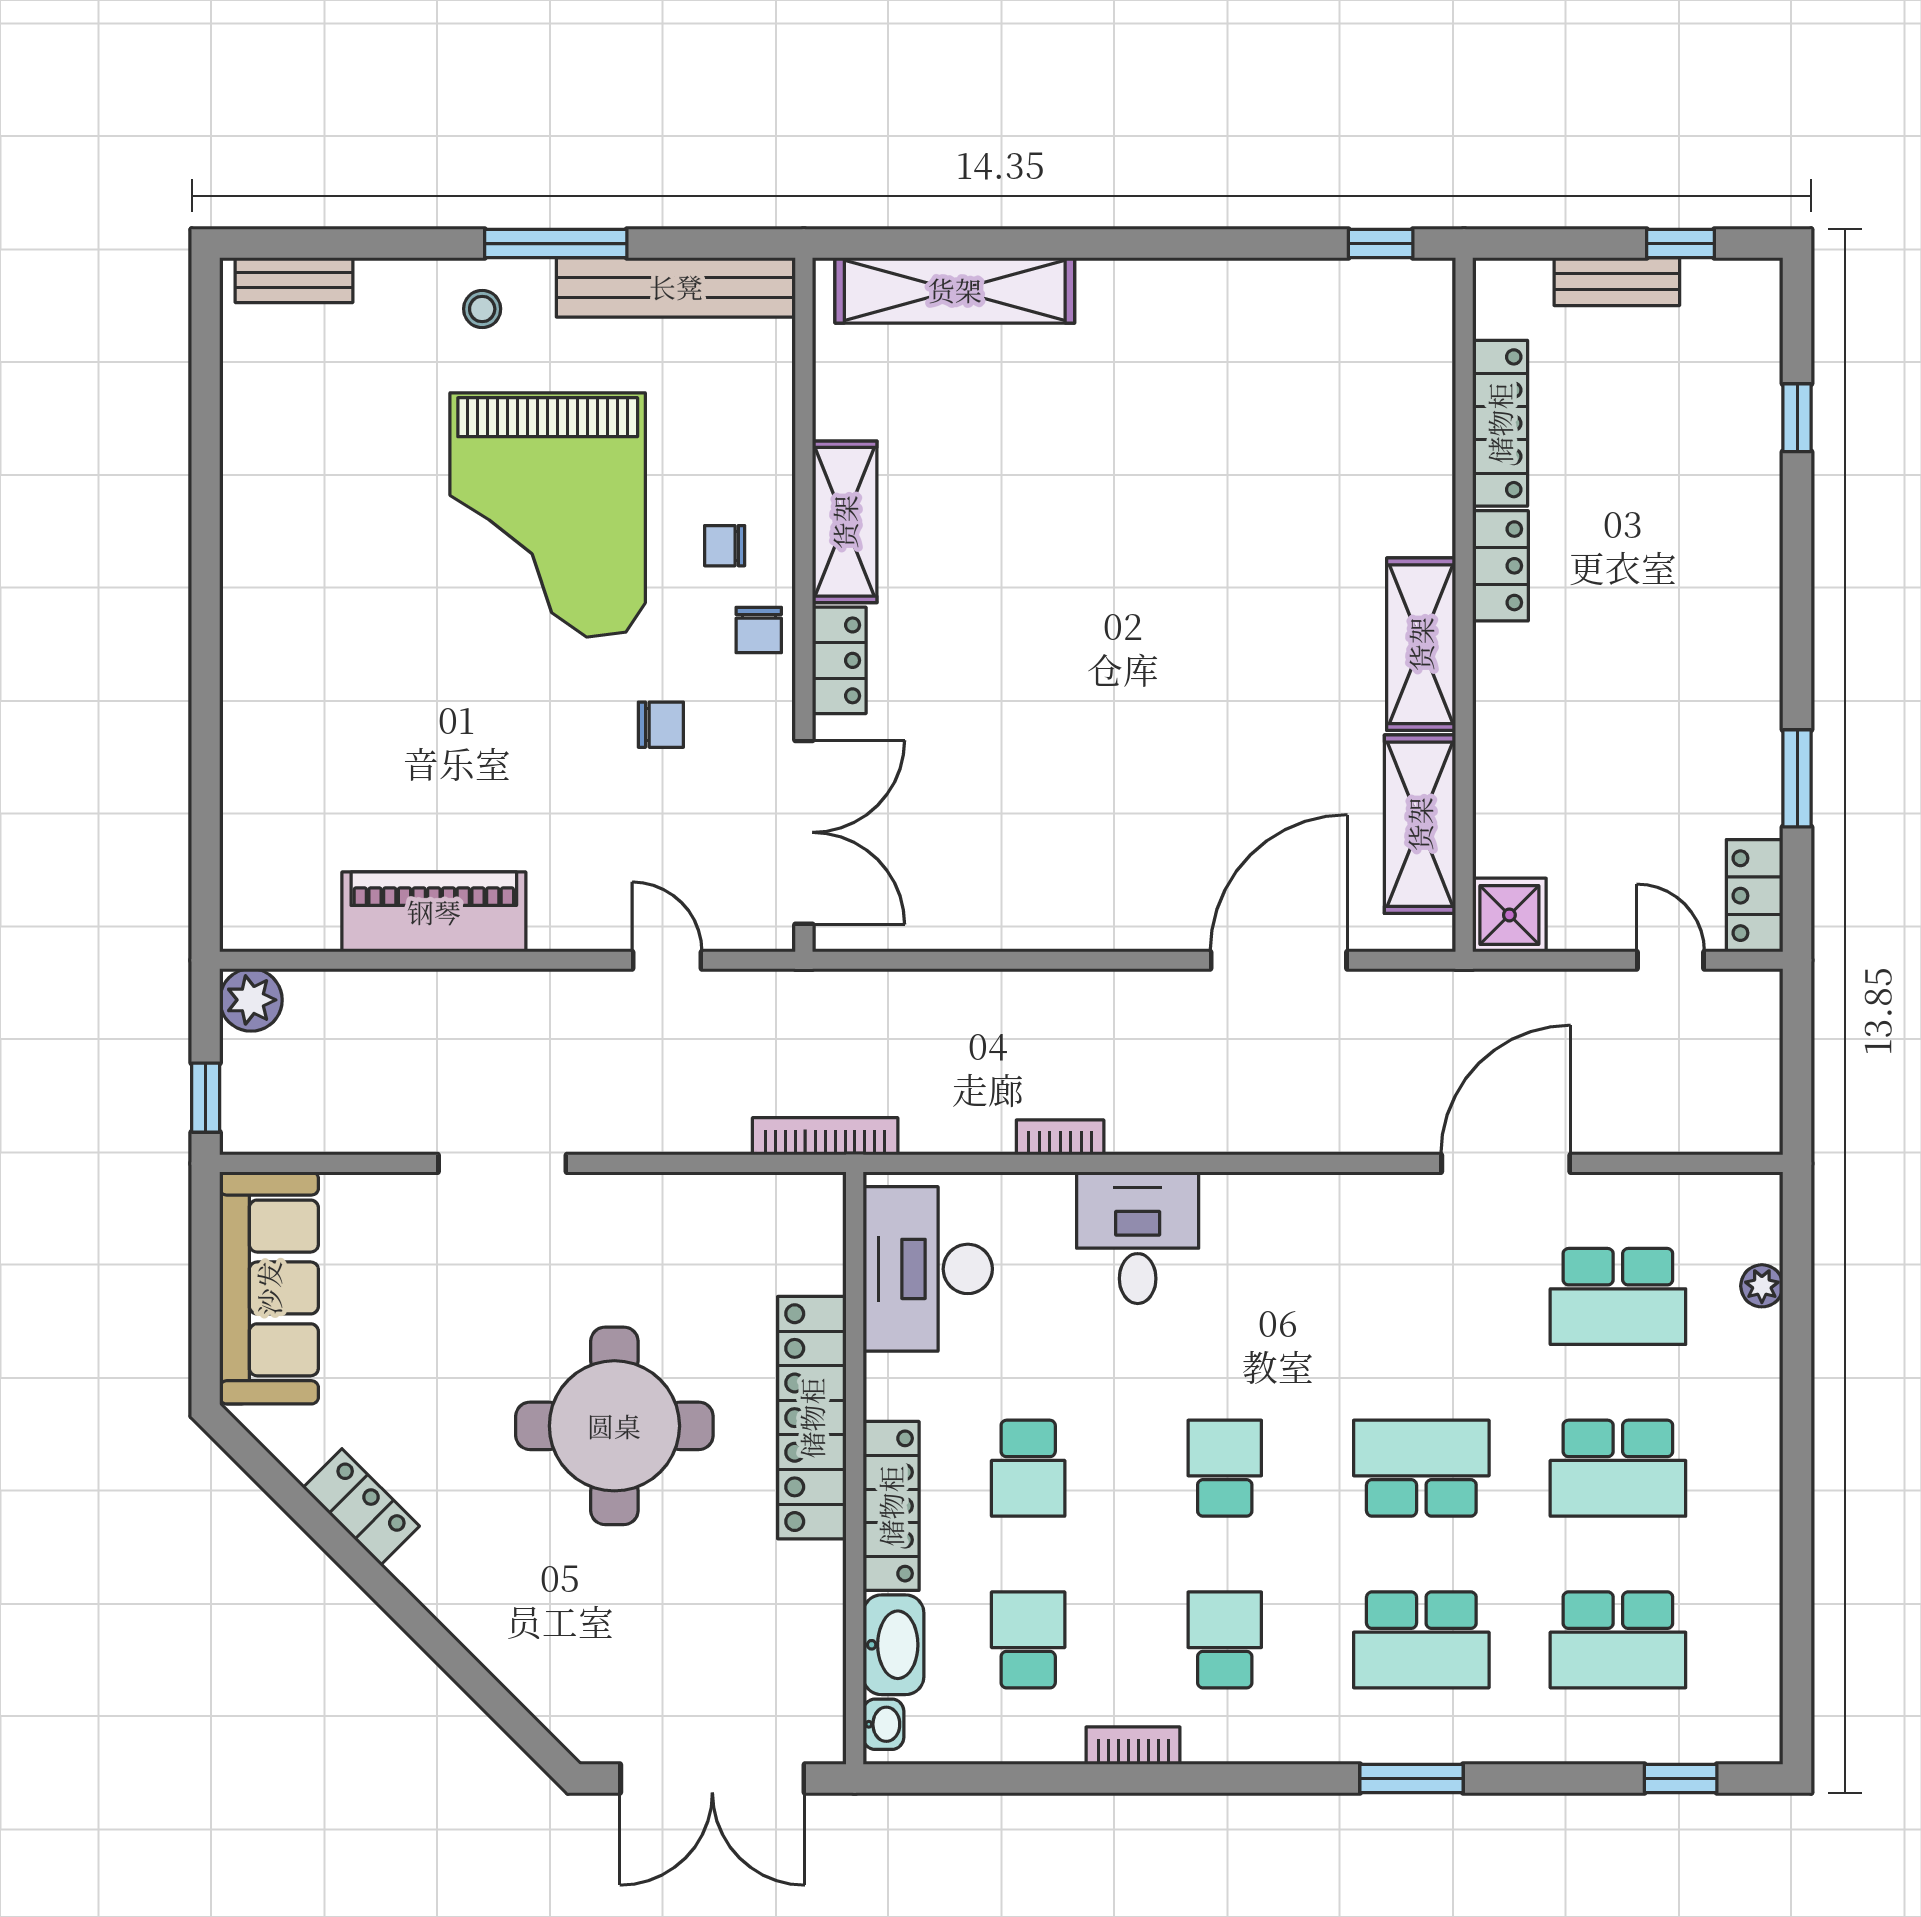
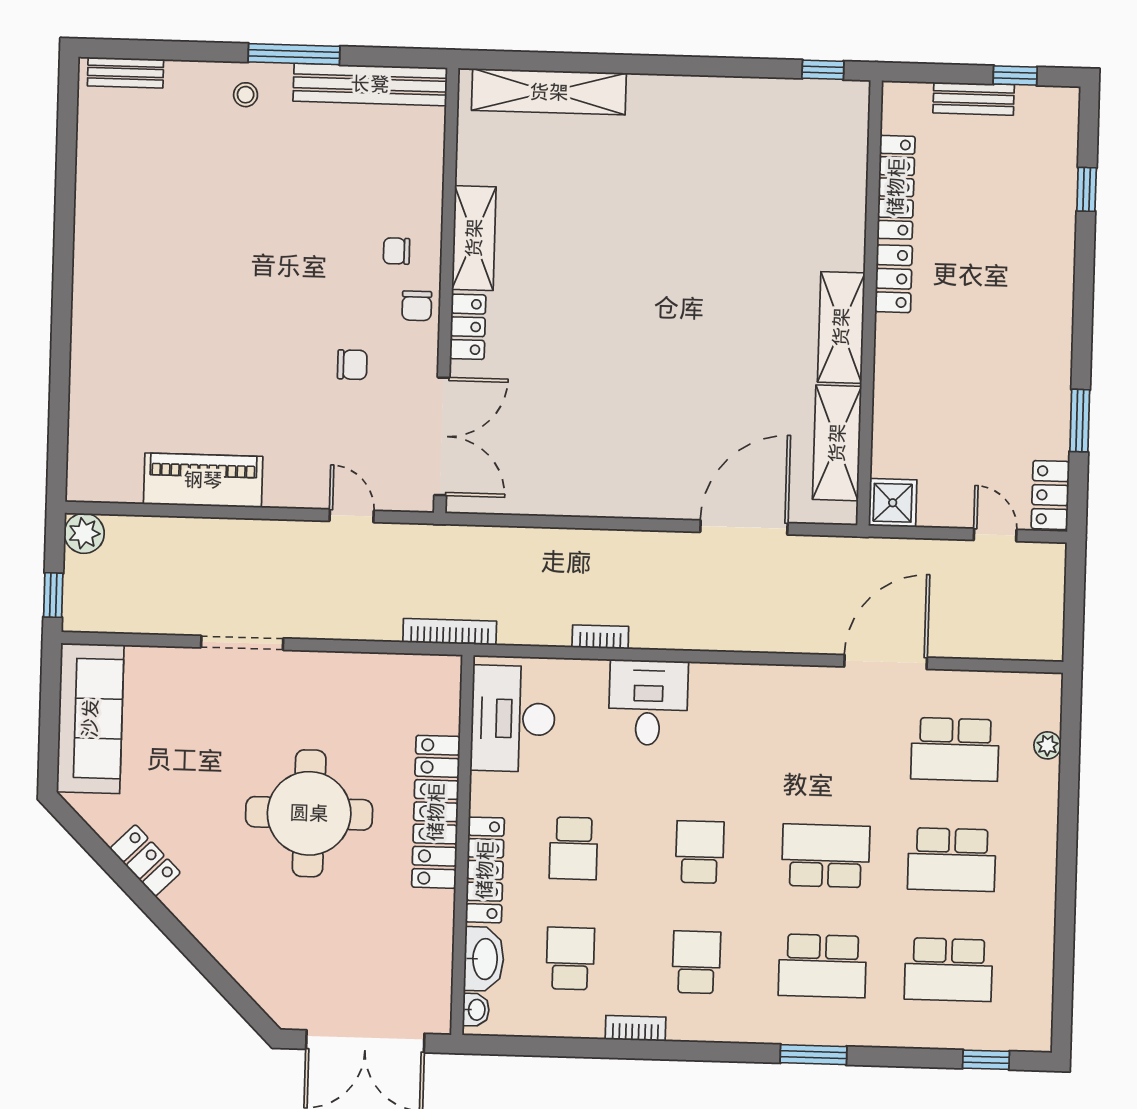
grand piano: (548, 515) -> (284, 228), removed

